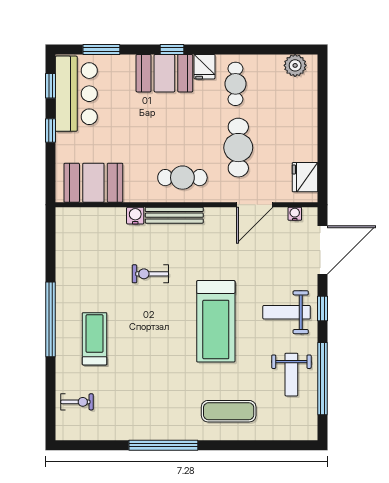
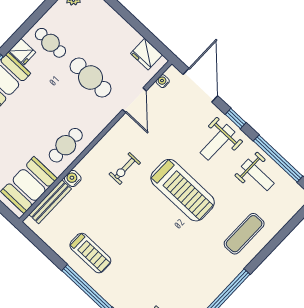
cafe table: (182, 178) -> (66, 145), moved
bench: (174, 215) -> (50, 202), moved
exercise bike: (150, 274) -> (125, 169), moved
treadmill: (95, 339) -> (90, 253), moved, turned 180

